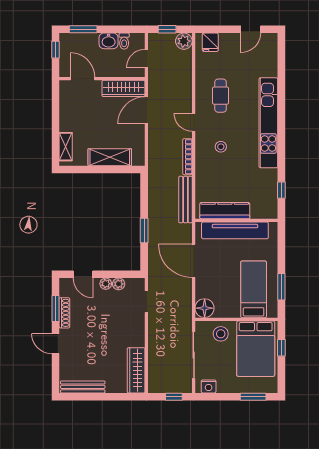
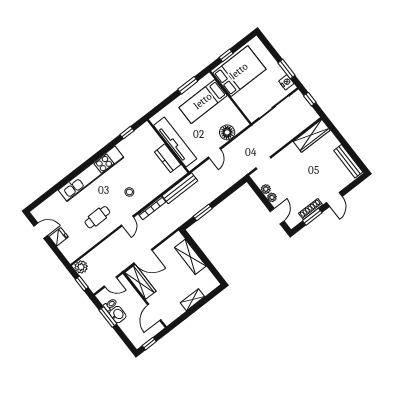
window: (83, 29) -> (108, 317), moved
fridge: (210, 42) -> (59, 237), moved
shelving: (66, 147) -> (192, 300), moved
kitchen counter: (225, 211) -> (168, 158), width x0.67
window: (144, 231) -> (203, 212), moved
door: (194, 261) -> (215, 153), width x0.53
floor lamp: (205, 308) -> (227, 132), moved
stool: (221, 334) -> (247, 100), removed
window: (253, 397) -> (286, 69), moved

